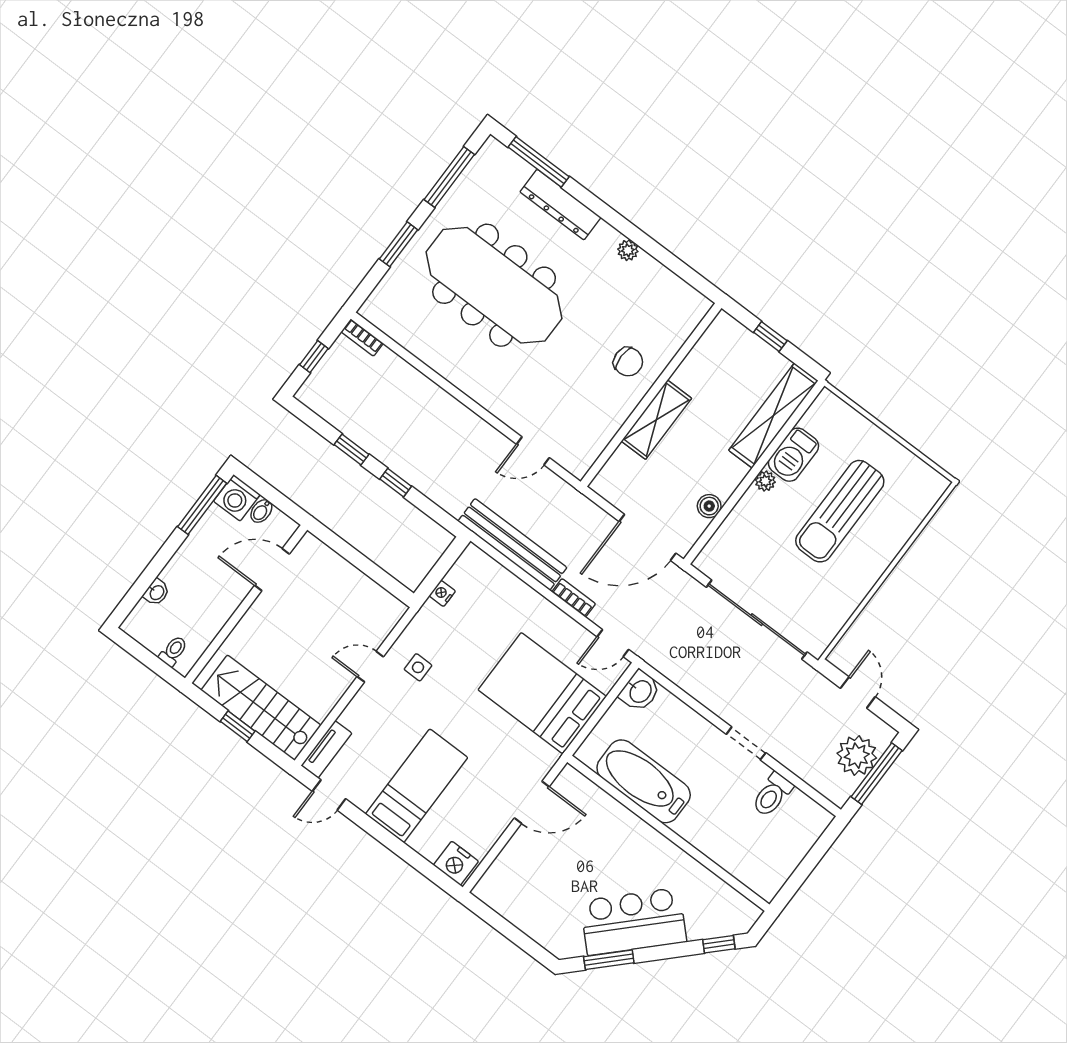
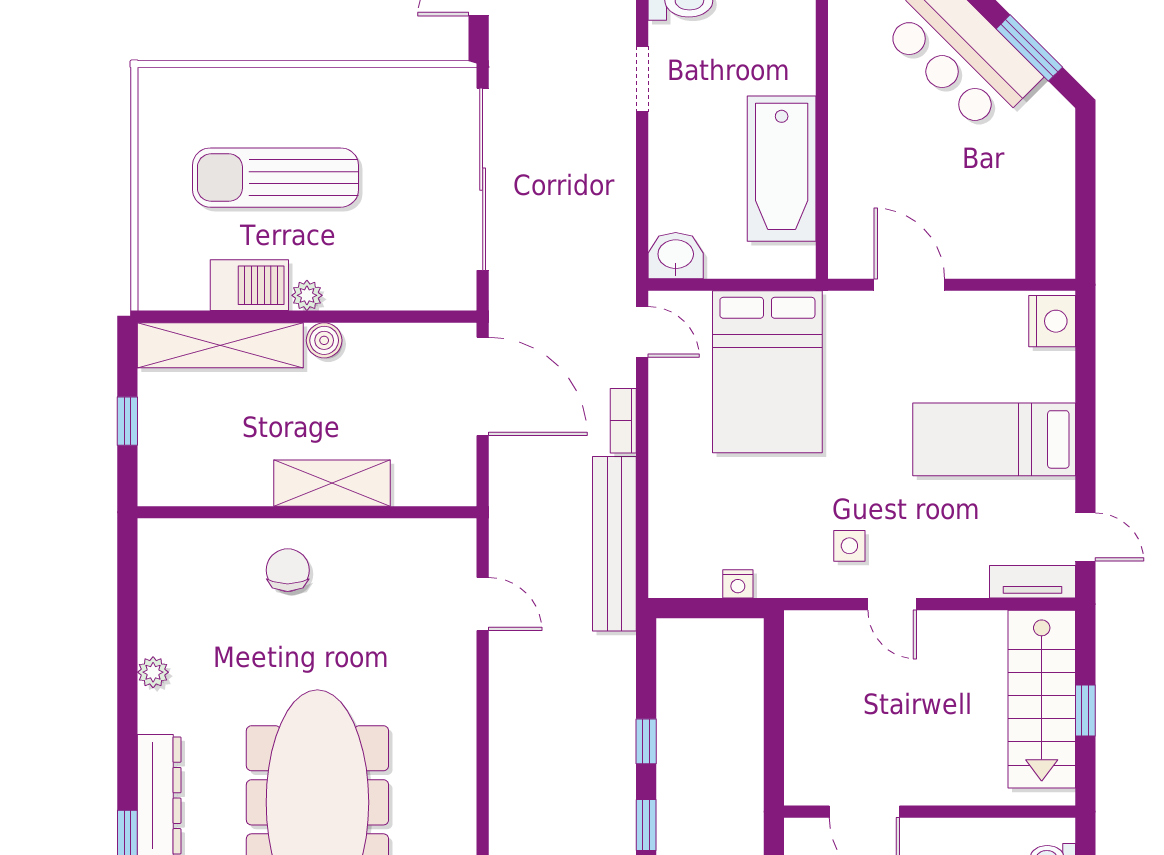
boiler: (709, 506) -> (324, 340), moved
sun lounger: (840, 511) -> (276, 178), turned 180

